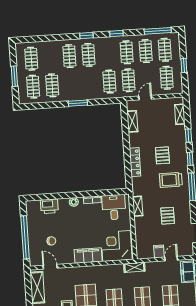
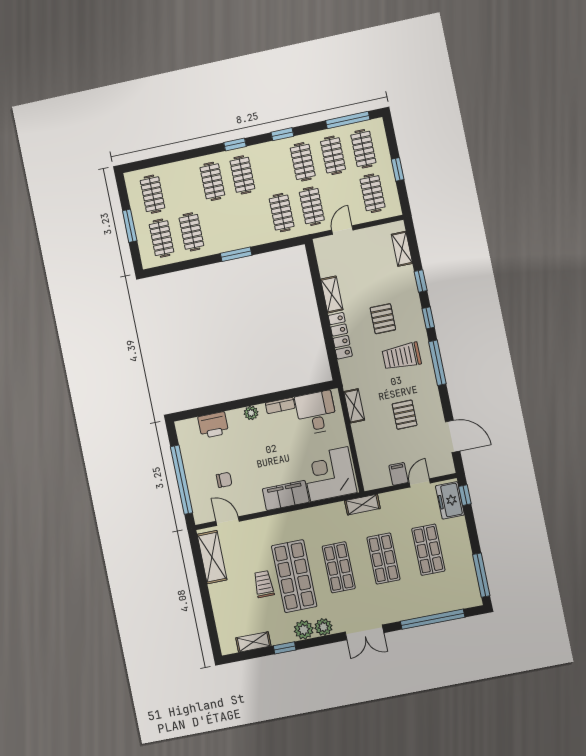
shelving: (132, 121) -> (332, 294), moved

